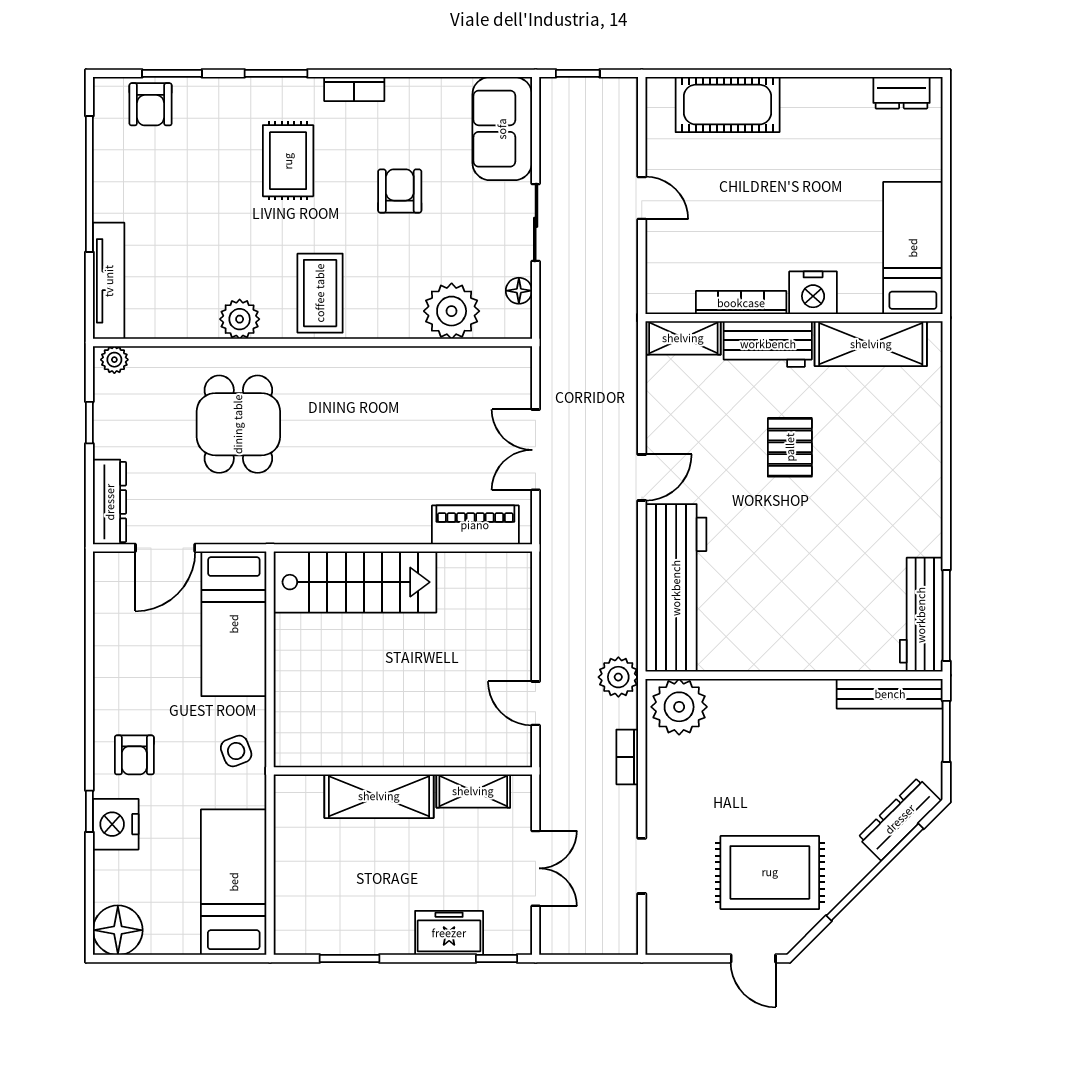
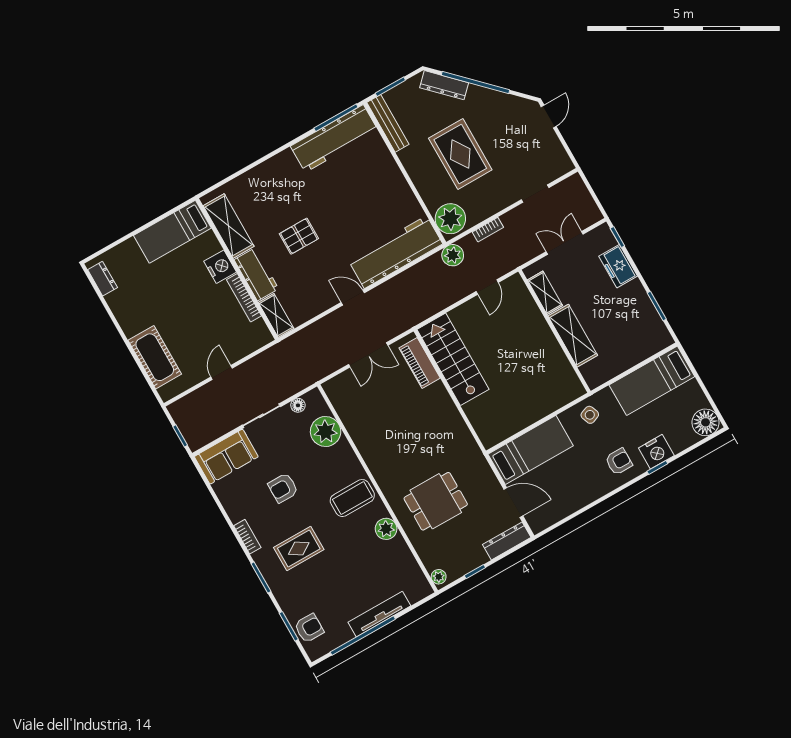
tv unit: (109, 281) -> (379, 614), moved
stairs: (355, 582) -> (453, 359), moved
workbench: (921, 615) -> (334, 138), width x1.36, depth x1.32
rug: (770, 872) -> (460, 154), moved

